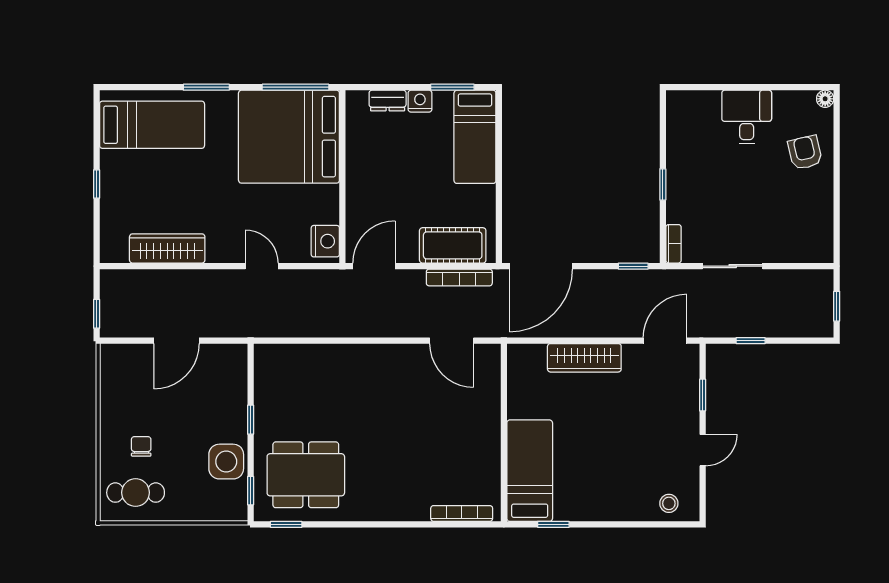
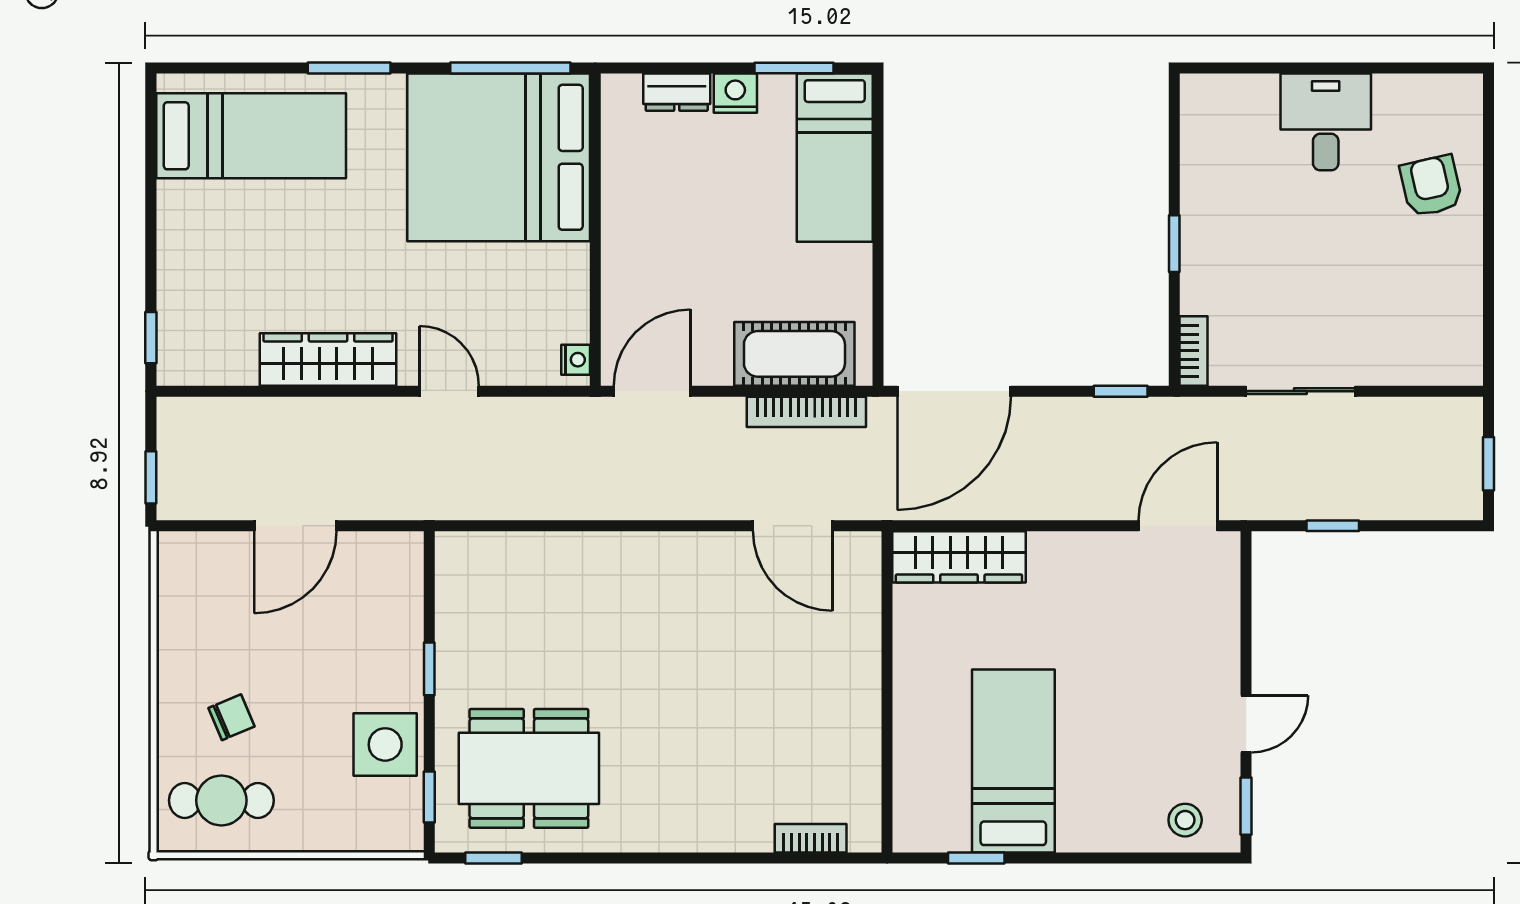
floor lamp: (825, 99) -> (1467, 89), removed
window: (97, 184) -> (151, 338), moved
nightstand: (325, 241) -> (576, 360), width x0.53, depth x0.56
wardrobe: (167, 248) -> (328, 359), moved
wardrobe: (584, 358) -> (959, 557), moved
window: (703, 395) -> (1246, 806), moved
chair: (141, 446) -> (231, 717), turned 67
bed: (530, 471) -> (1013, 761), moved
bookcase: (462, 513) -> (811, 838), width x0.64

